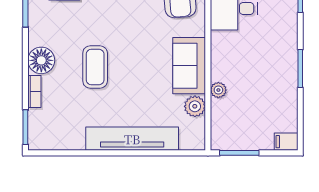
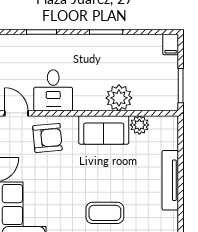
plant: (218, 90) -> (119, 98), width x1.88, depth x1.88
tv unit: (132, 139) -> (170, 180), width x0.73, depth x0.78

